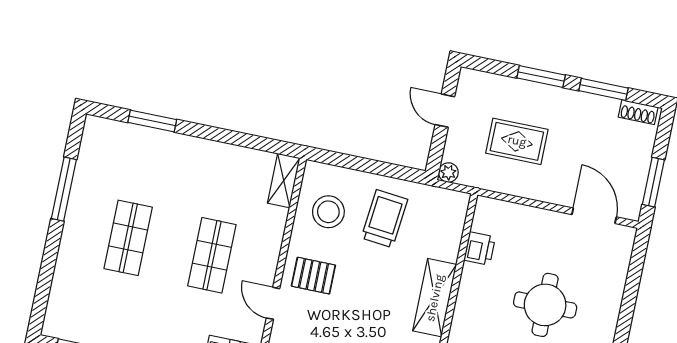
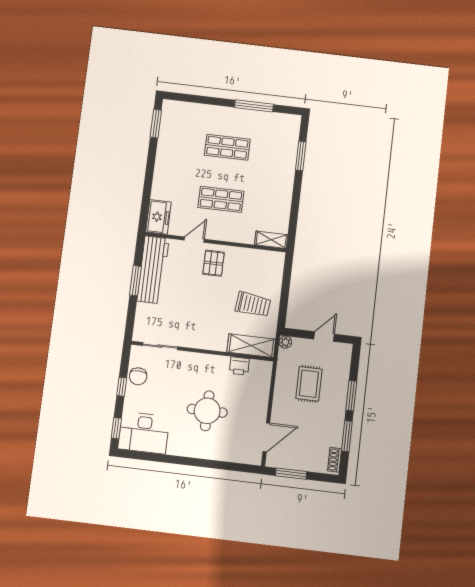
stool: (328, 212) -> (254, 269), removed
shelving: (435, 298) -> (251, 346), moved

